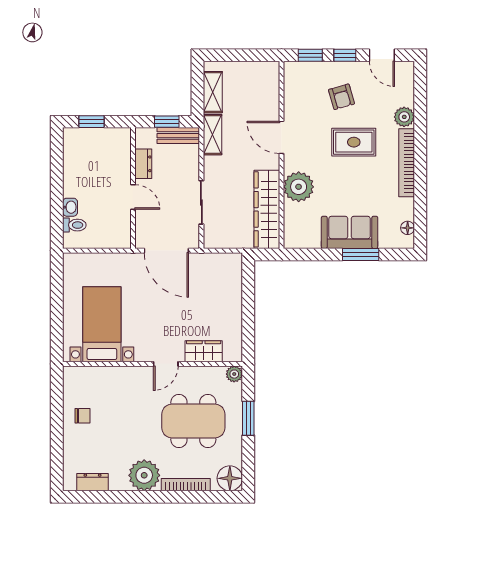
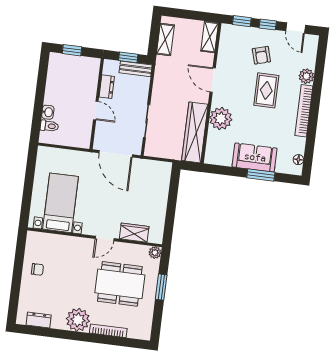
shelving: (212, 135) -> (210, 37), moved
rug: (354, 142) -> (266, 90), turned 90
floor lamp: (230, 478) -> (142, 330), removed

